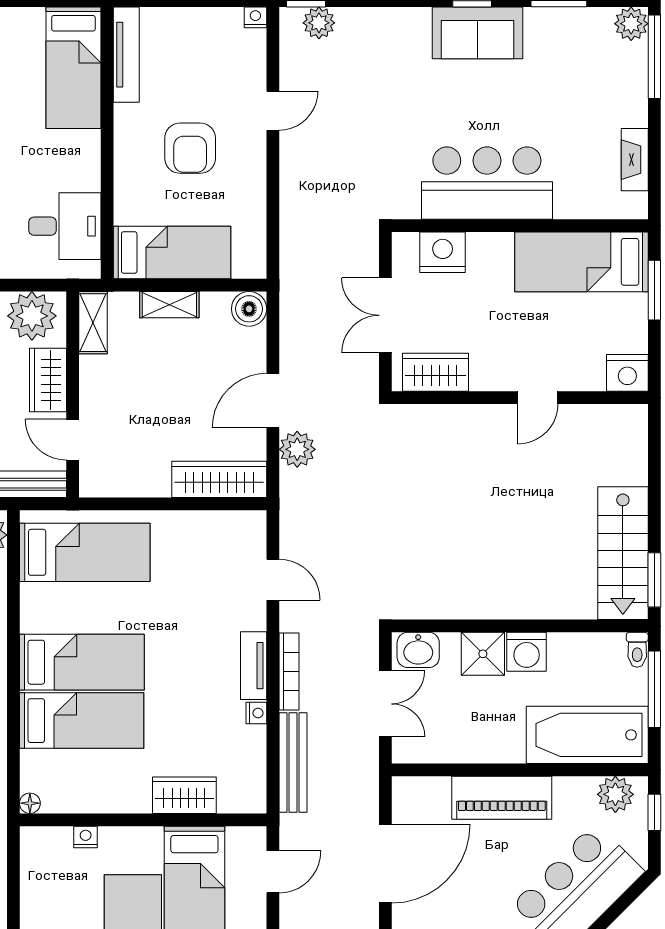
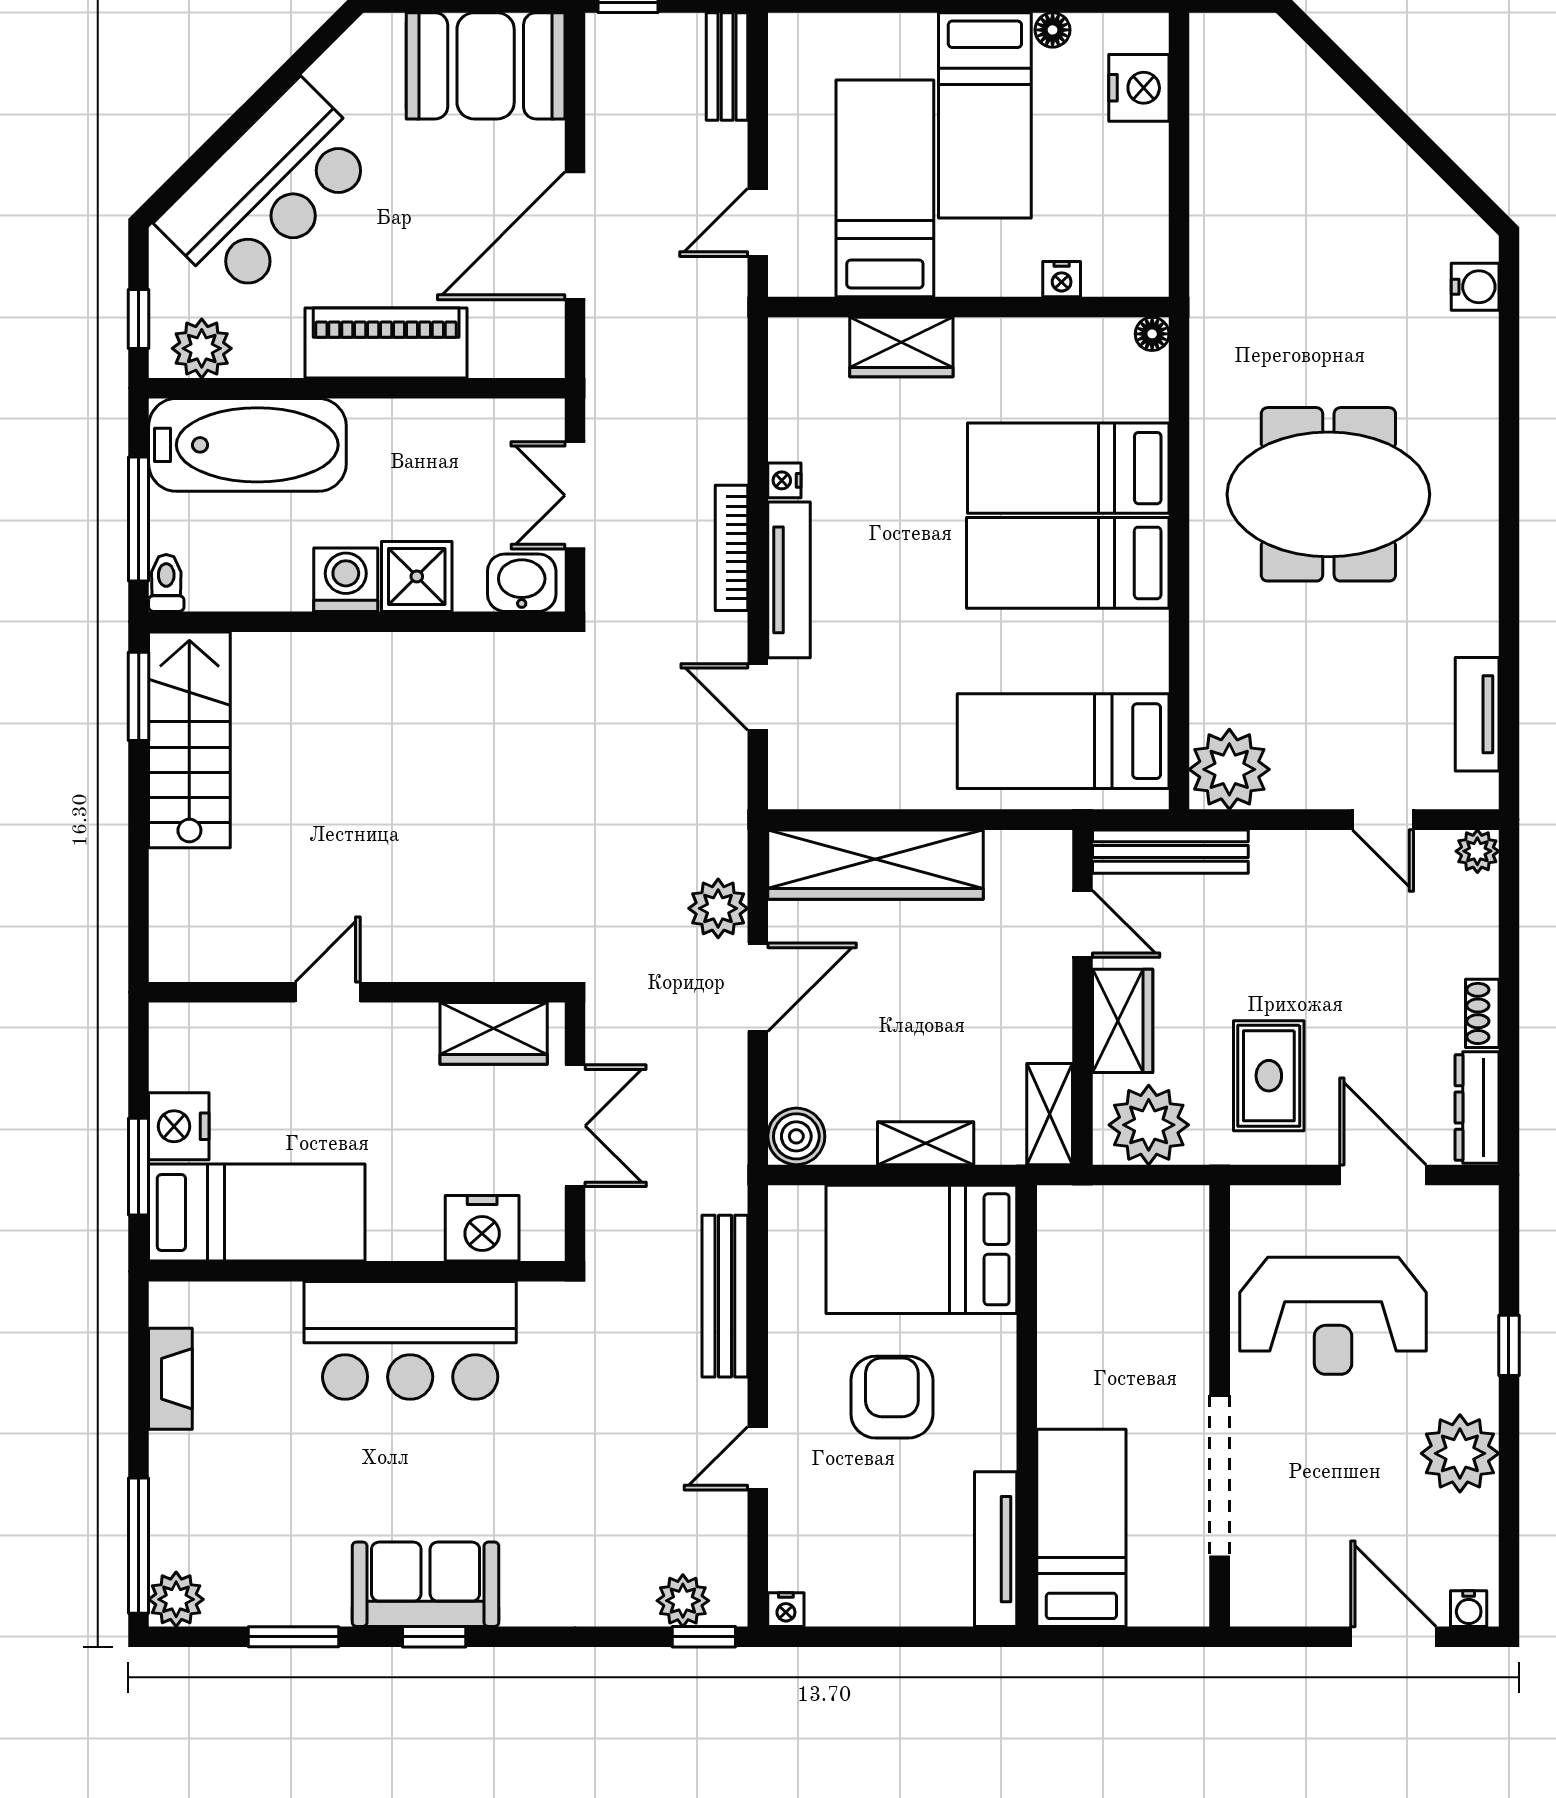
desk: (65, 226) -> (1095, 1271), removed
bed: (172, 252) -> (921, 1249), width x1.50
nightstand: (627, 373) -> (179, 1126), moved, turned -90
wardrobe: (219, 479) -> (876, 865), width x1.40, depth x1.17
tv unit: (254, 666) -> (789, 580), width x1.41
bench: (293, 762) -> (725, 1296), moved

